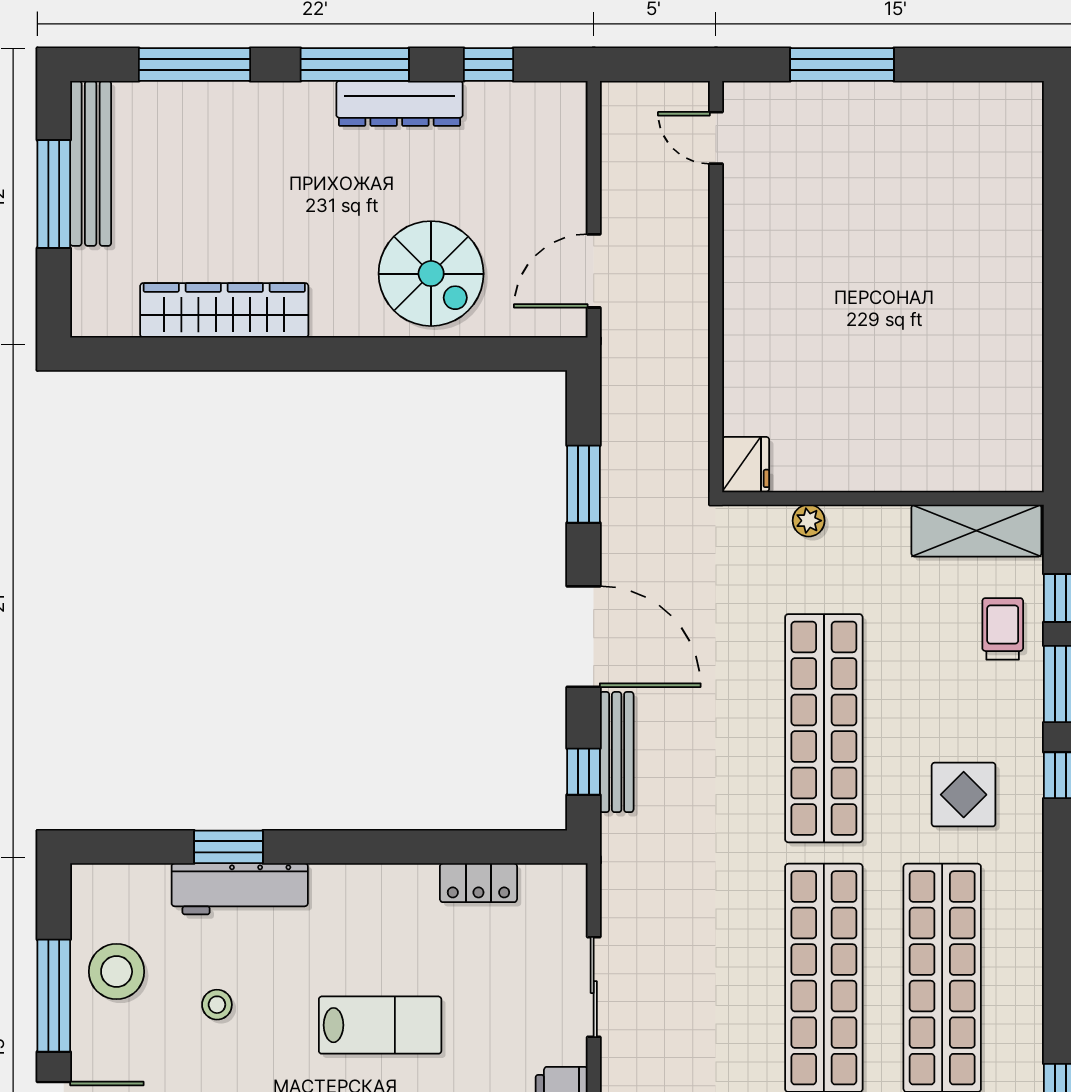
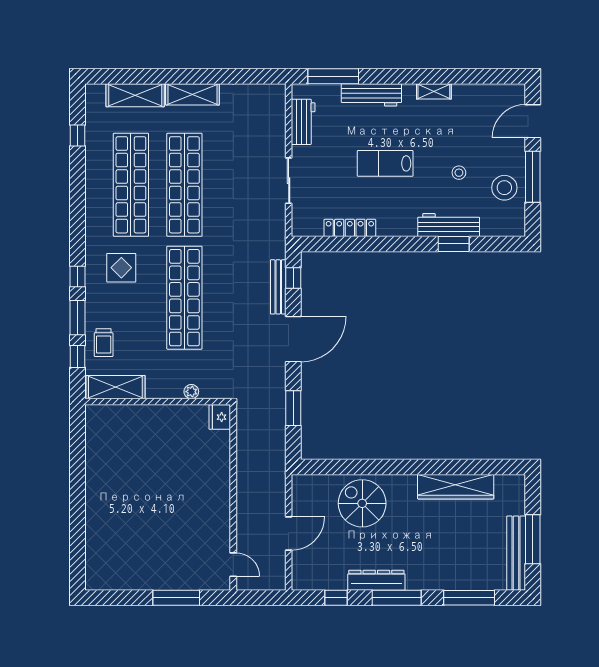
door: (594, 271) -> (289, 533), moved
door: (584, 637) -> (293, 339), swing flipped
locker: (478, 883) -> (350, 228), width x1.53

